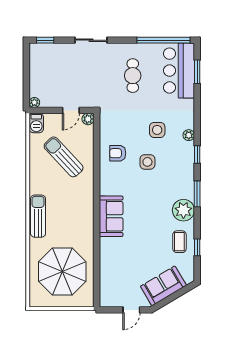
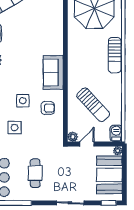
booth: (44, 74) -> (109, 175), added
sofa: (111, 216) -> (53, 73), moved

